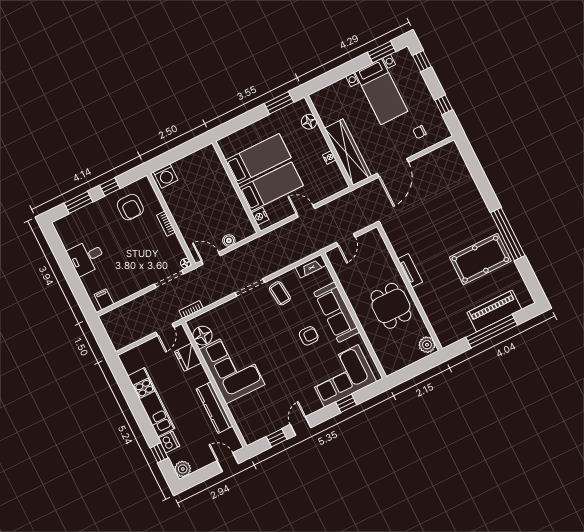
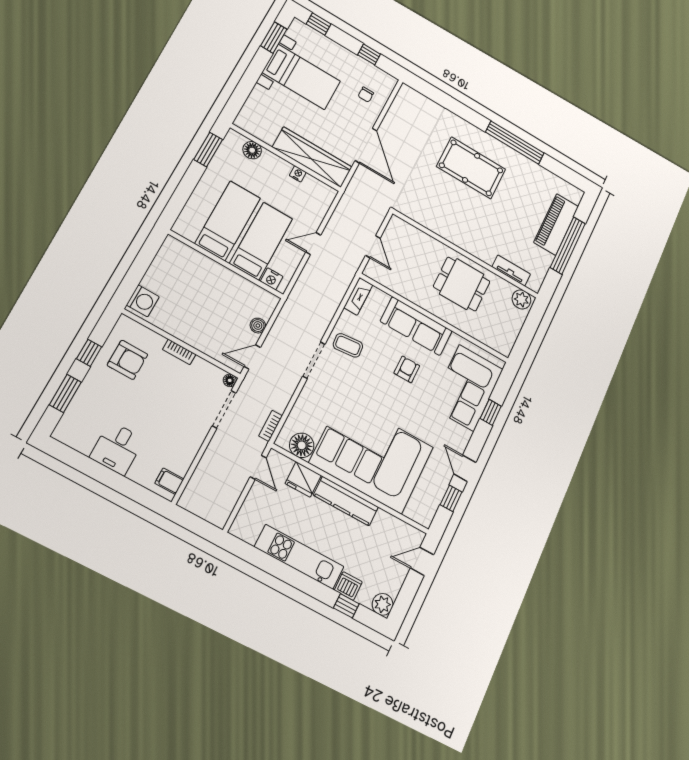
pool table: (480, 259) -> (471, 168), moved, turned 90
tv unit: (410, 271) -> (511, 270), moved
corner sofa: (232, 367) -> (372, 455), width x1.36, depth x1.36
kitchen counter: (214, 408) -> (346, 501), moved

